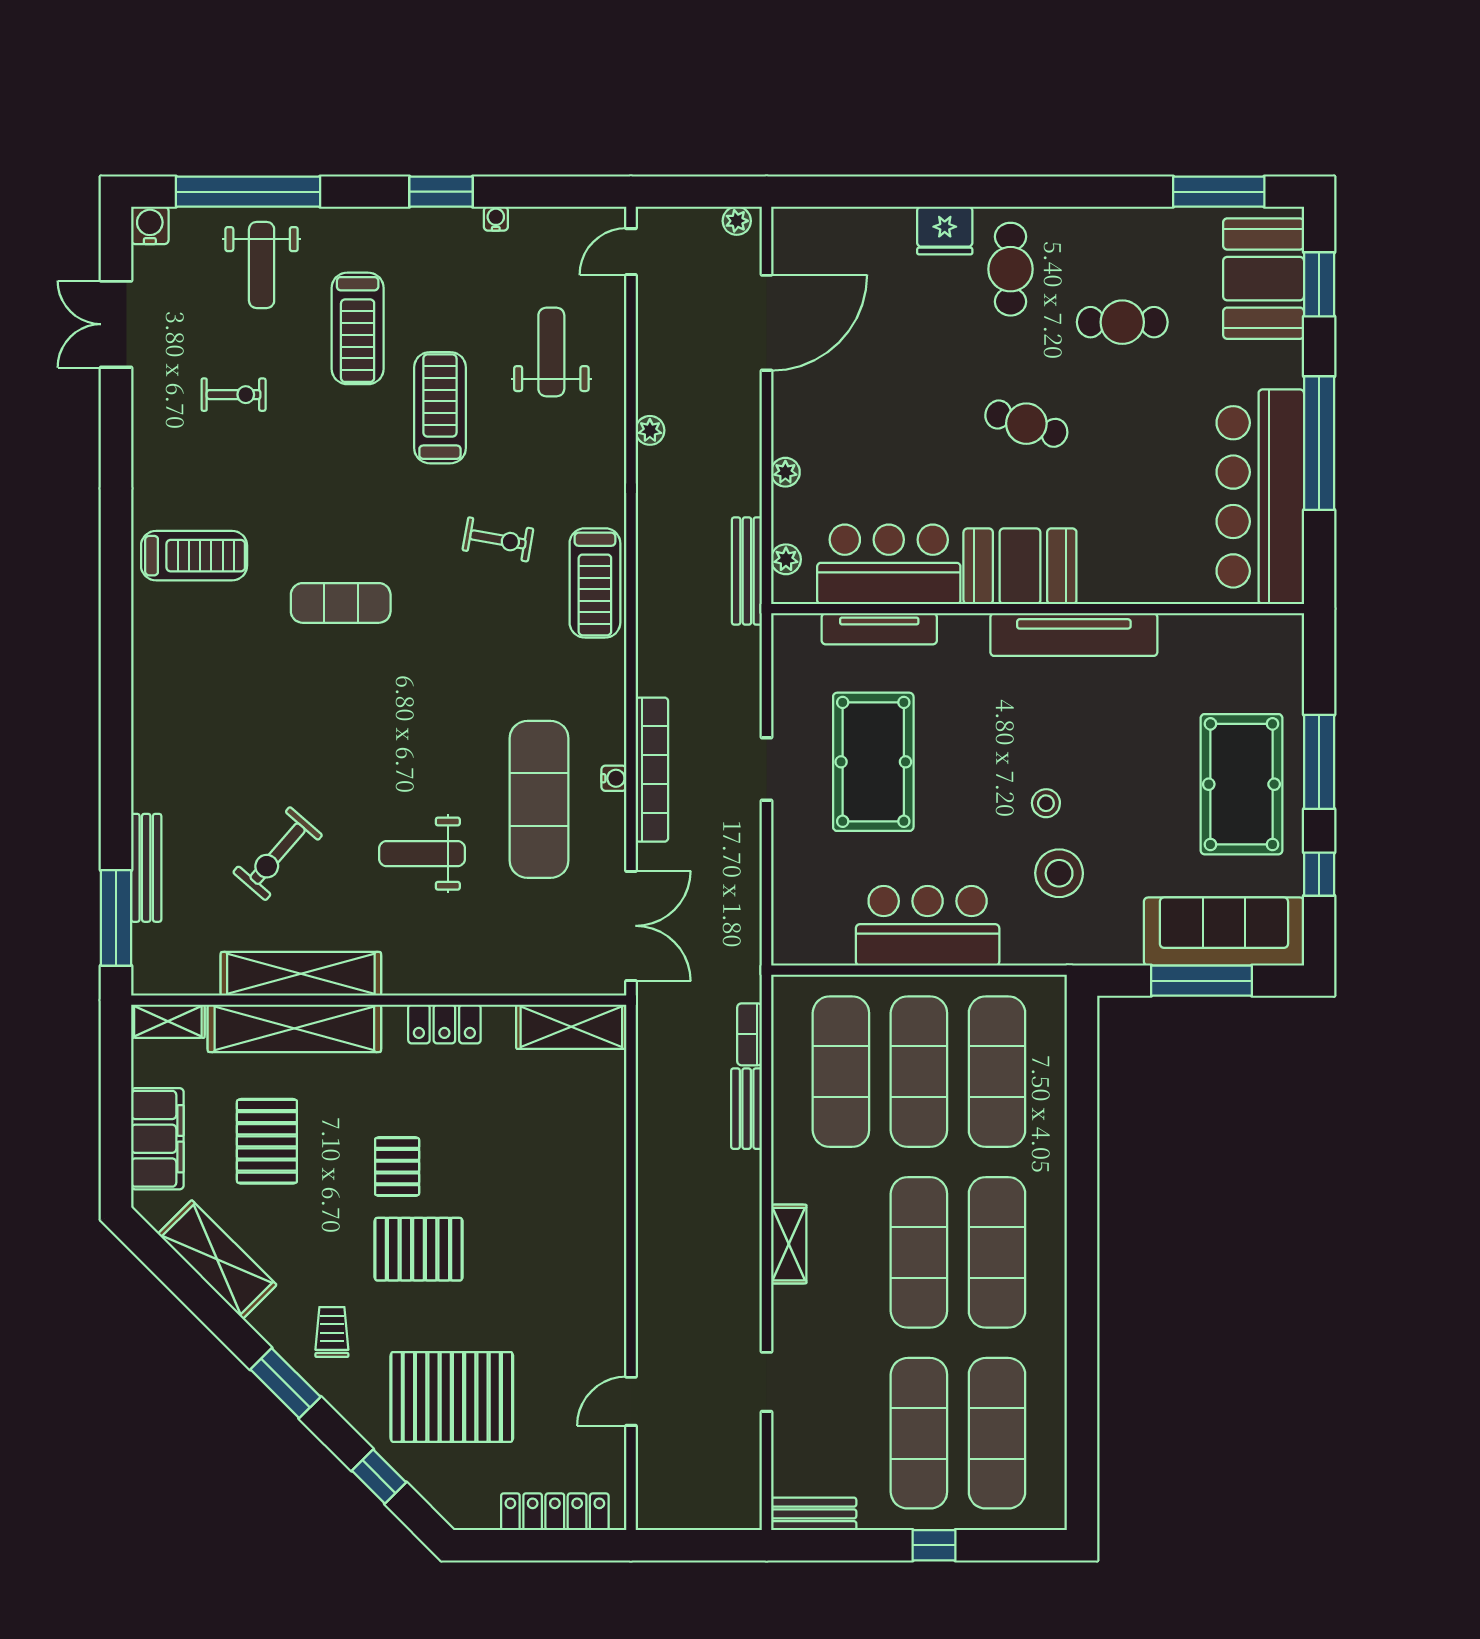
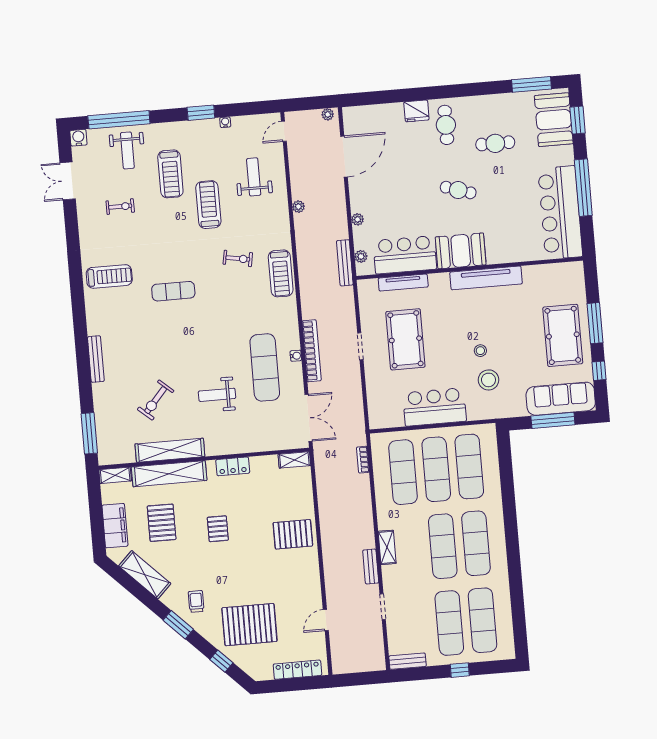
bench: (146, 868) -> (96, 359), moved
shelving: (571, 1027) -> (294, 460), width x0.67, depth x0.75
bench: (747, 1109) -> (371, 567), moved
pallet: (419, 1249) -> (293, 534), moved

